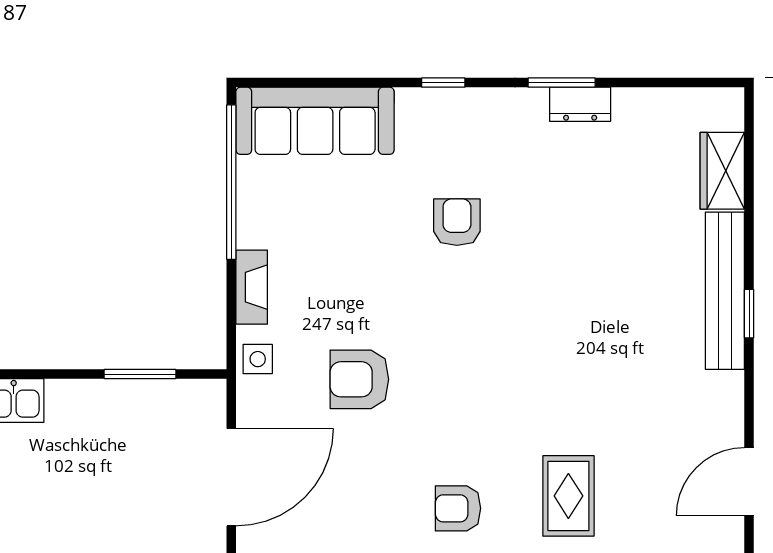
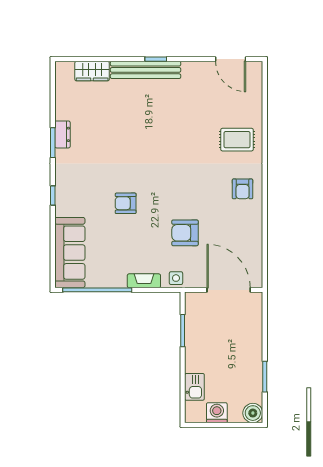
armchair: (457, 222) -> (126, 203), moved
armchair: (359, 379) -> (185, 233), turned 90

